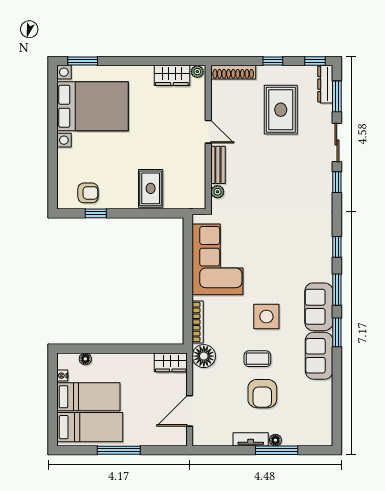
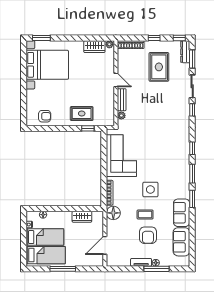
rug: (151, 188) -> (82, 114), turned 90
window: (96, 213) -> (88, 128), moved
sofa: (319, 307) -> (181, 242), moved
wardrobe: (171, 362) -> (82, 217), moved

